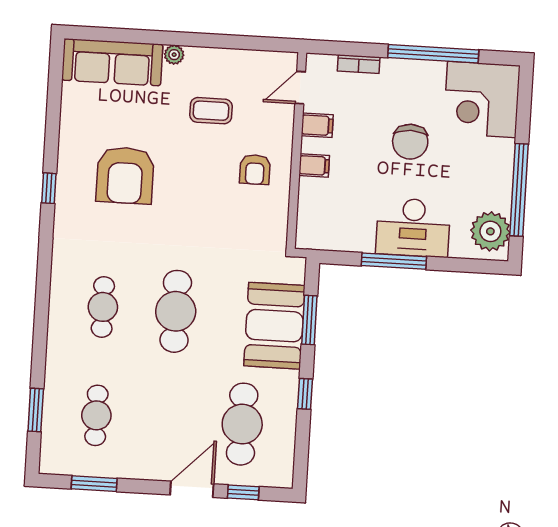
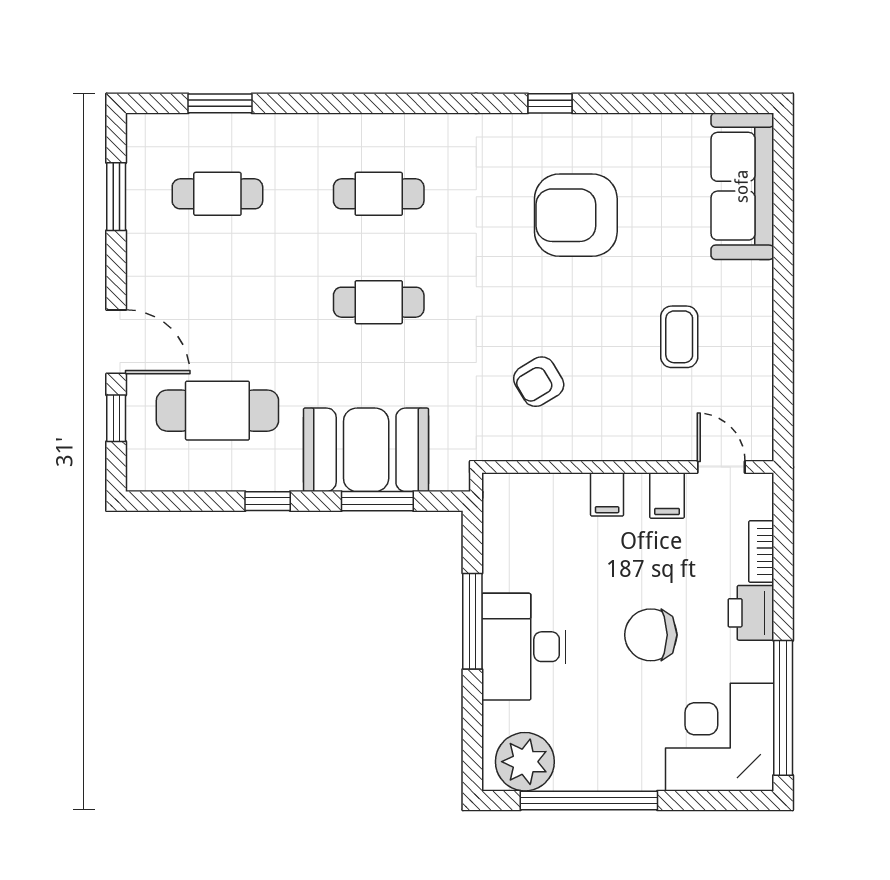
window: (433, 54) -> (783, 708), moved
plant: (174, 55) -> (759, 277), removed
printer: (399, 73) -> (751, 613), added
armchair: (255, 170) -> (539, 382), moved, turned -31
cafe table: (176, 311) -> (379, 302), width x0.73, depth x0.74

